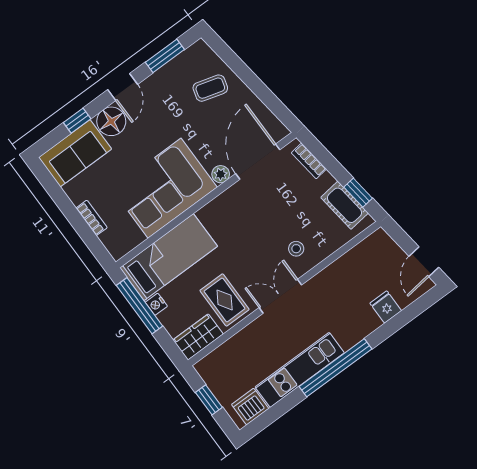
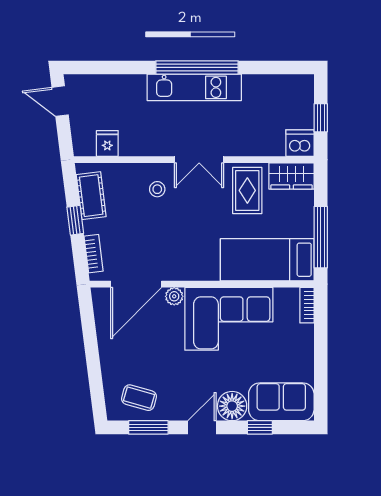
coffee table: (210, 88) -> (139, 398), moved
window: (358, 193) -> (75, 220), moved
bookcase: (91, 218) -> (307, 305), moved
door: (424, 262) -> (60, 101), swing flipped
nightstand: (156, 304) -> (306, 228), removed
fridge: (386, 307) -> (107, 143), moved, turned 180
kitchen unit: (300, 370) -> (194, 87), moved
dishwasher: (250, 407) -> (300, 143), moved, turned 180

